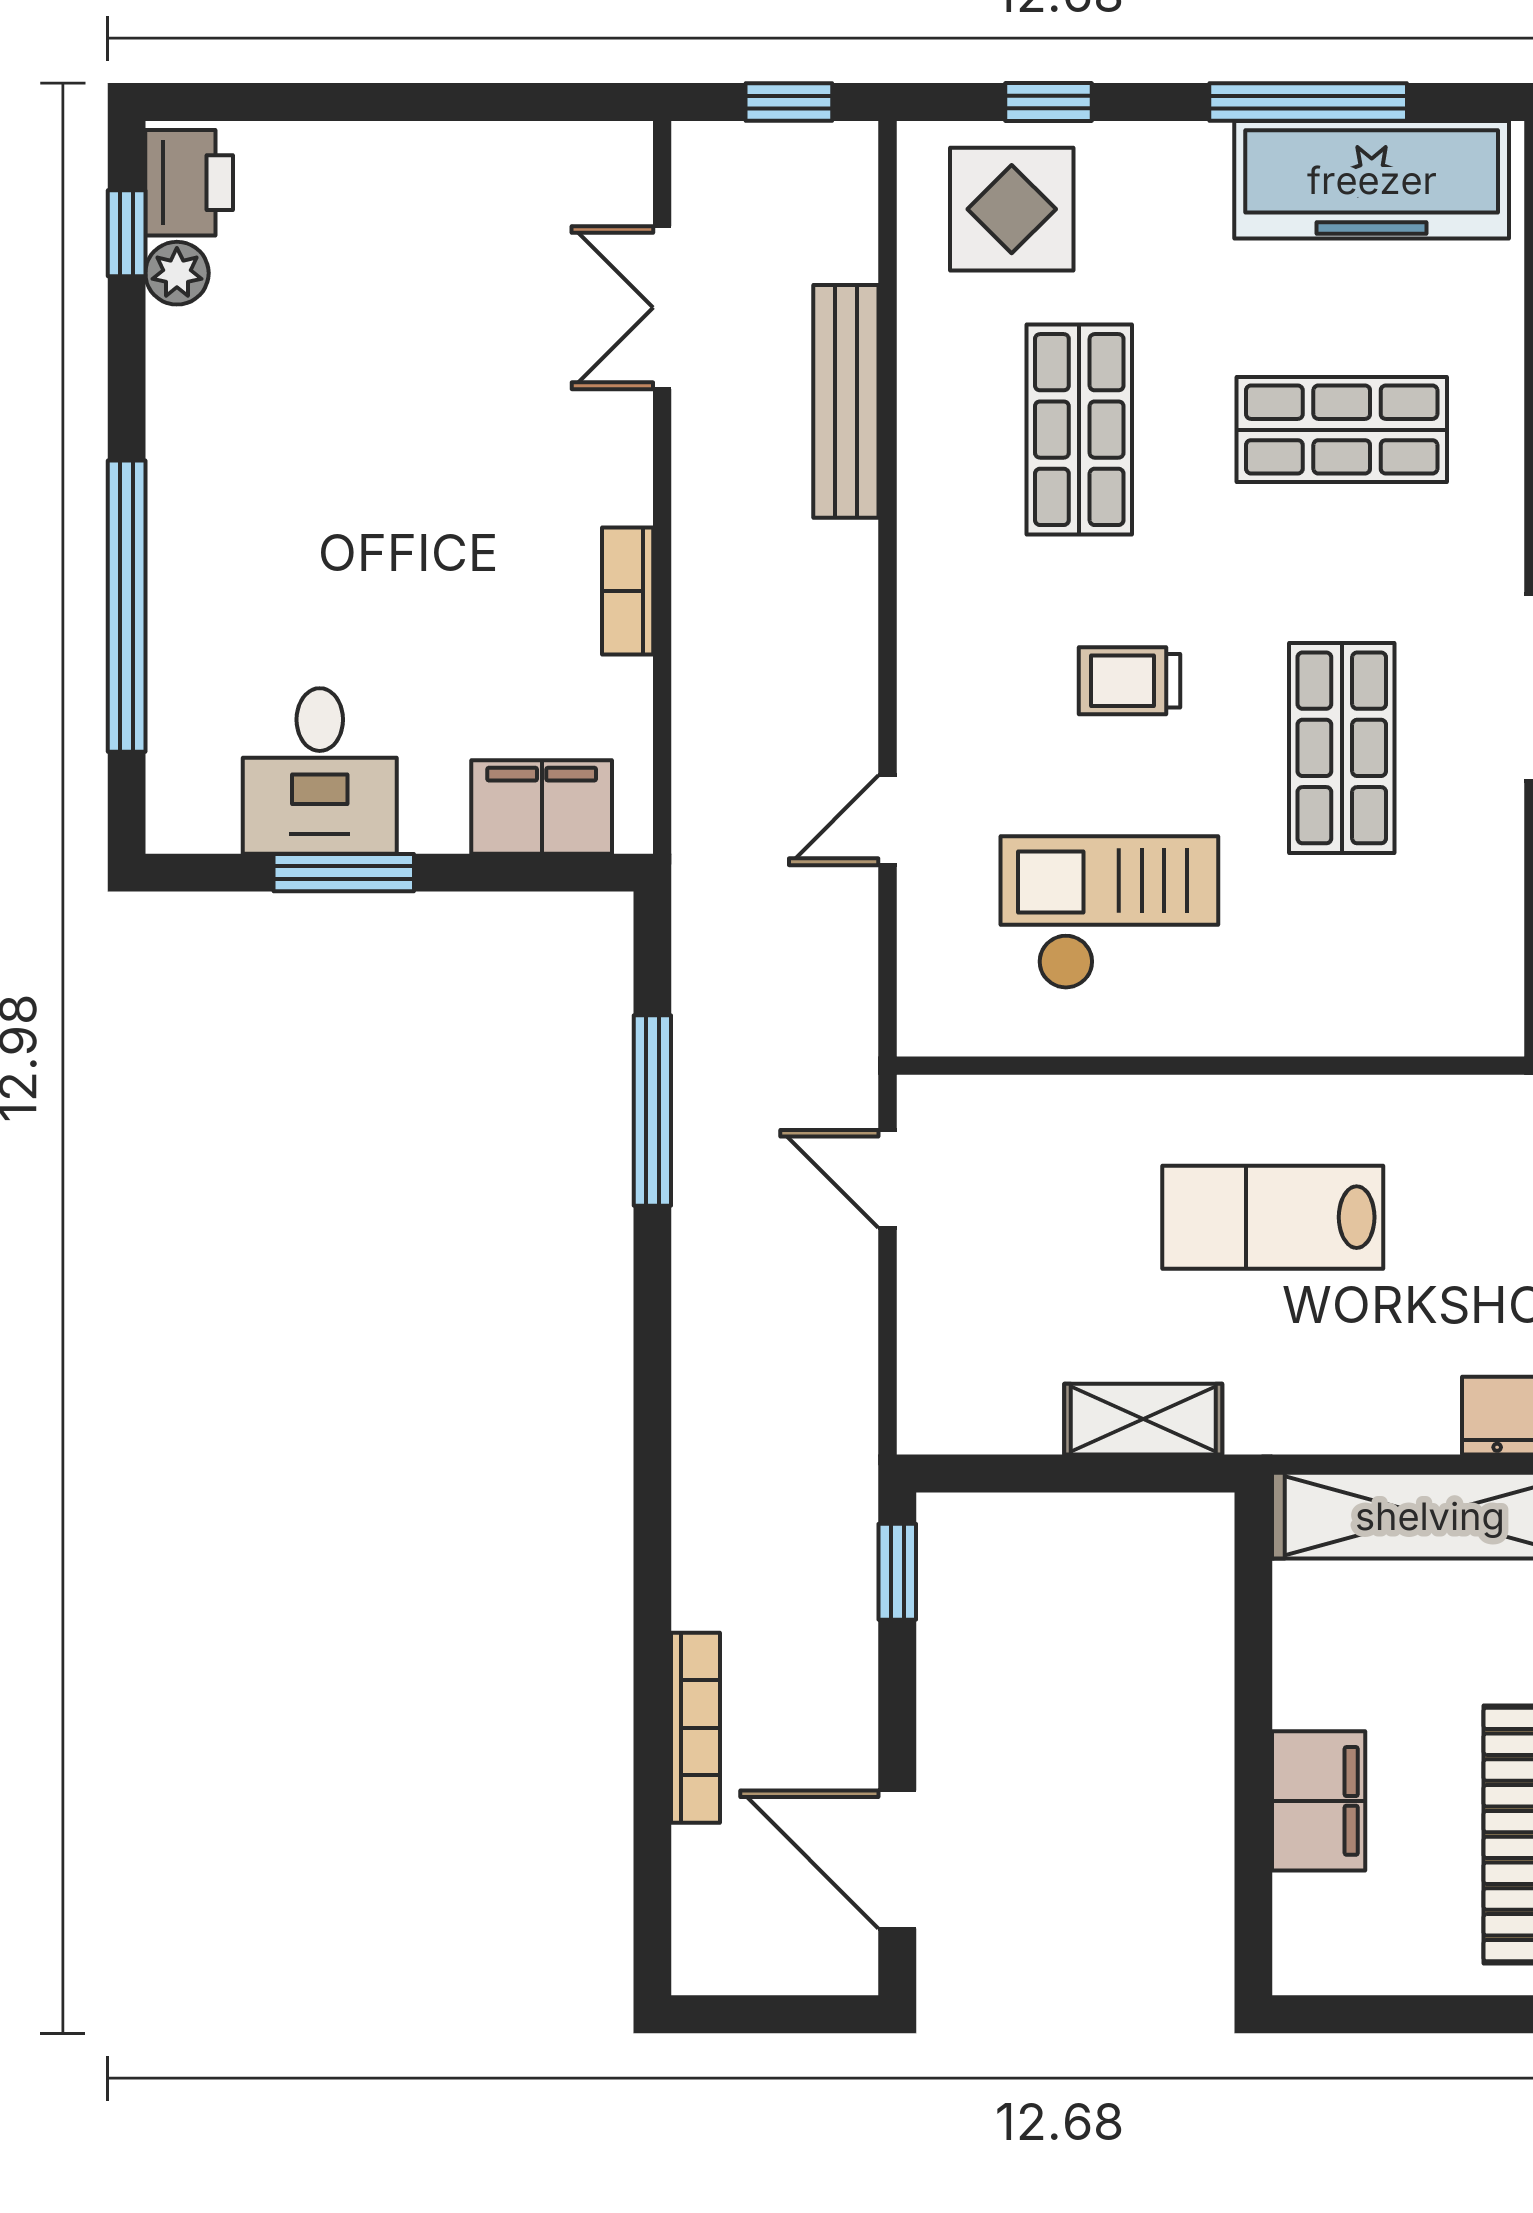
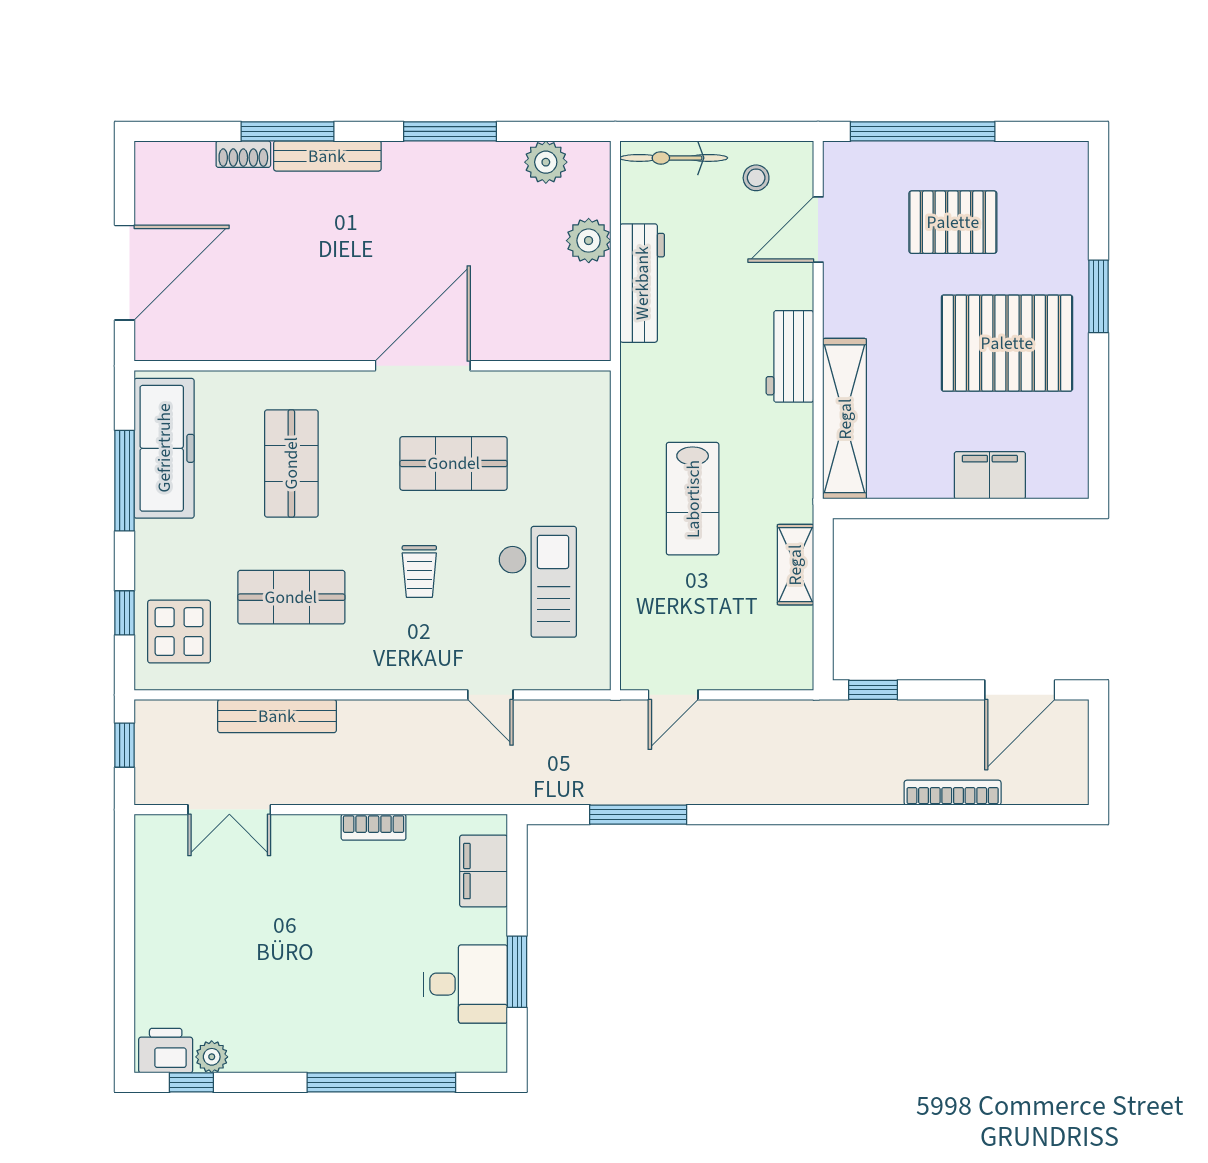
checkout: (1109, 913) -> (537, 582), turned 180

